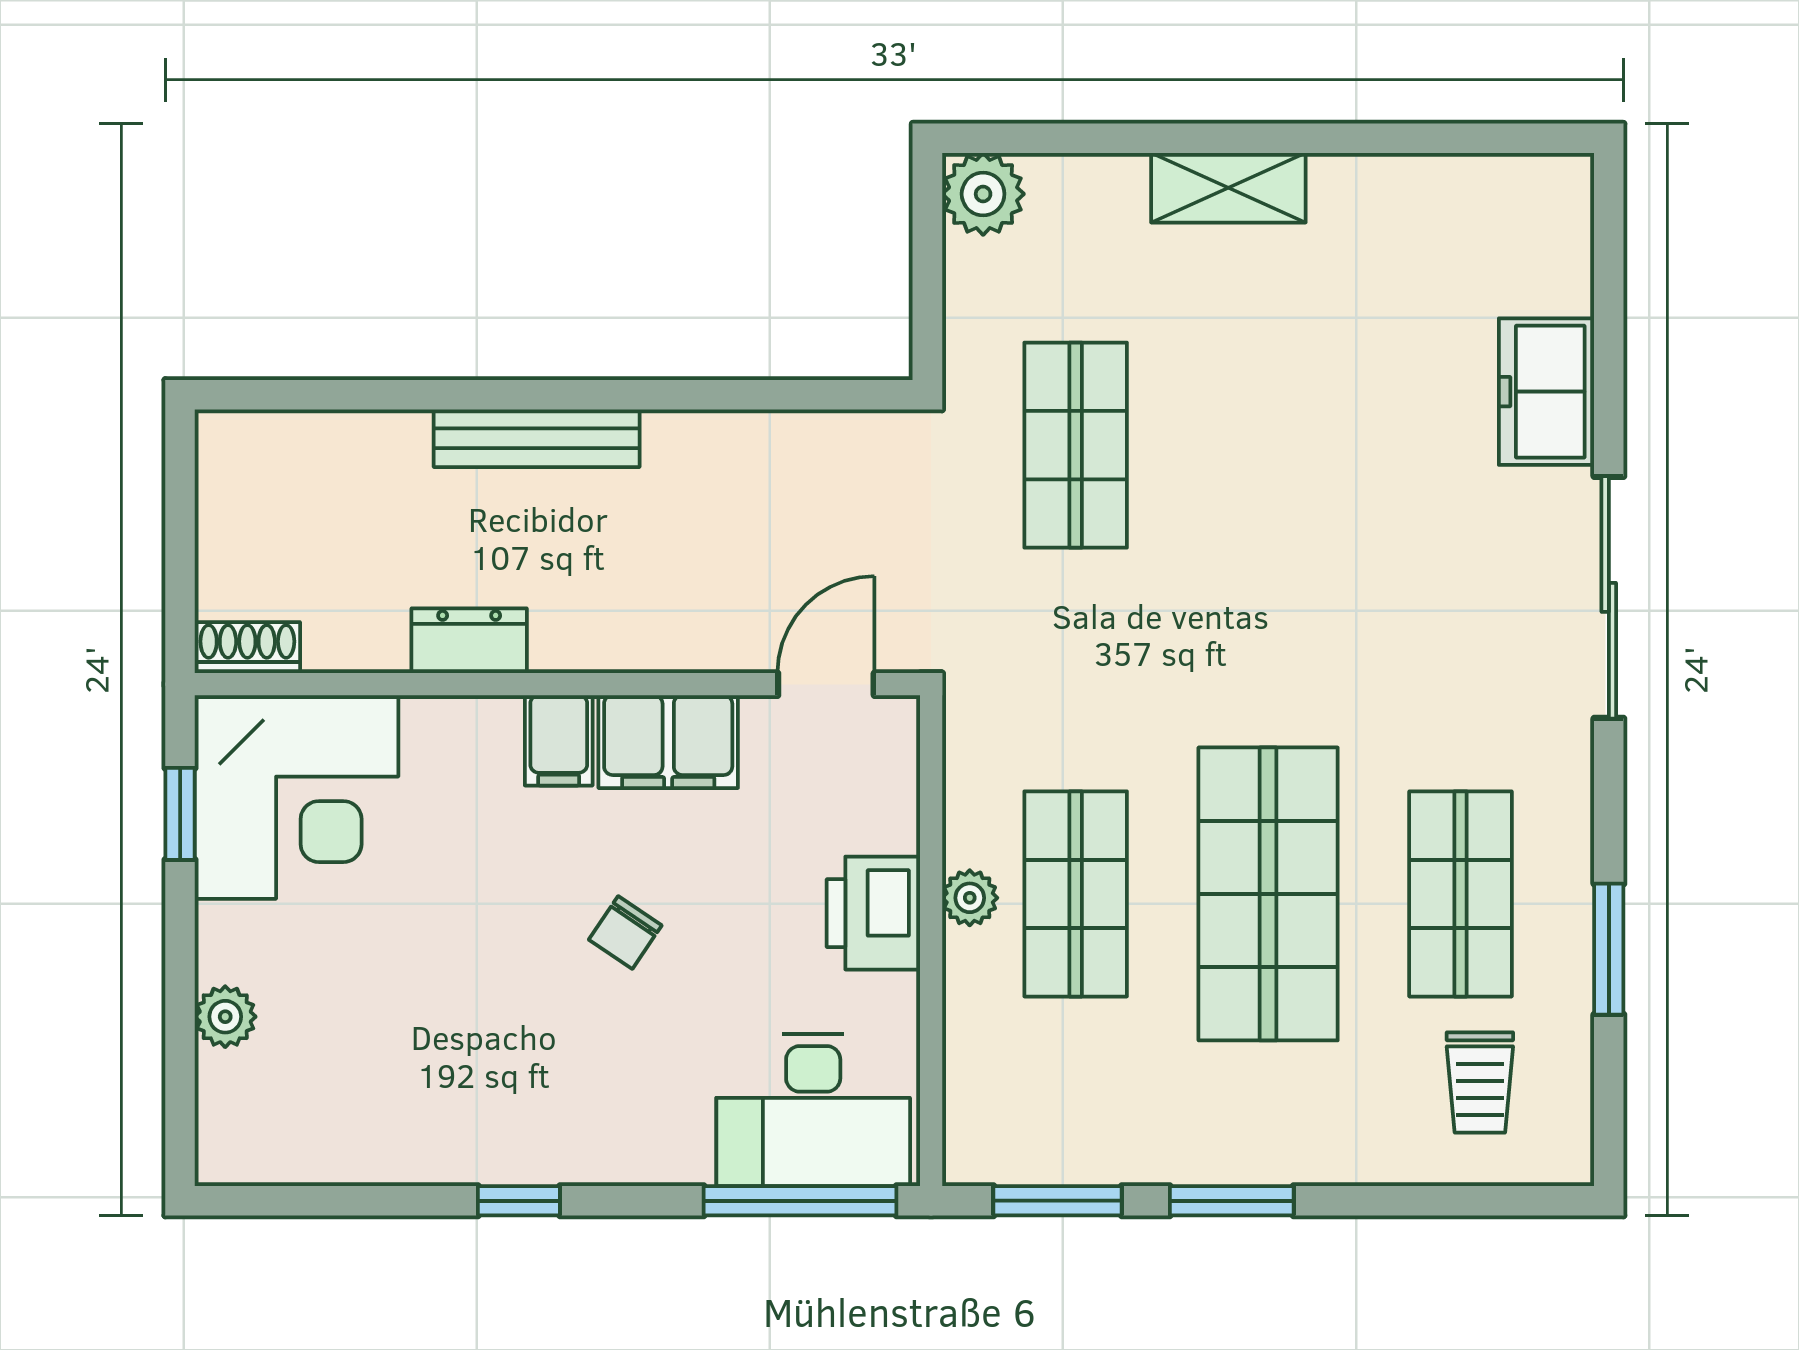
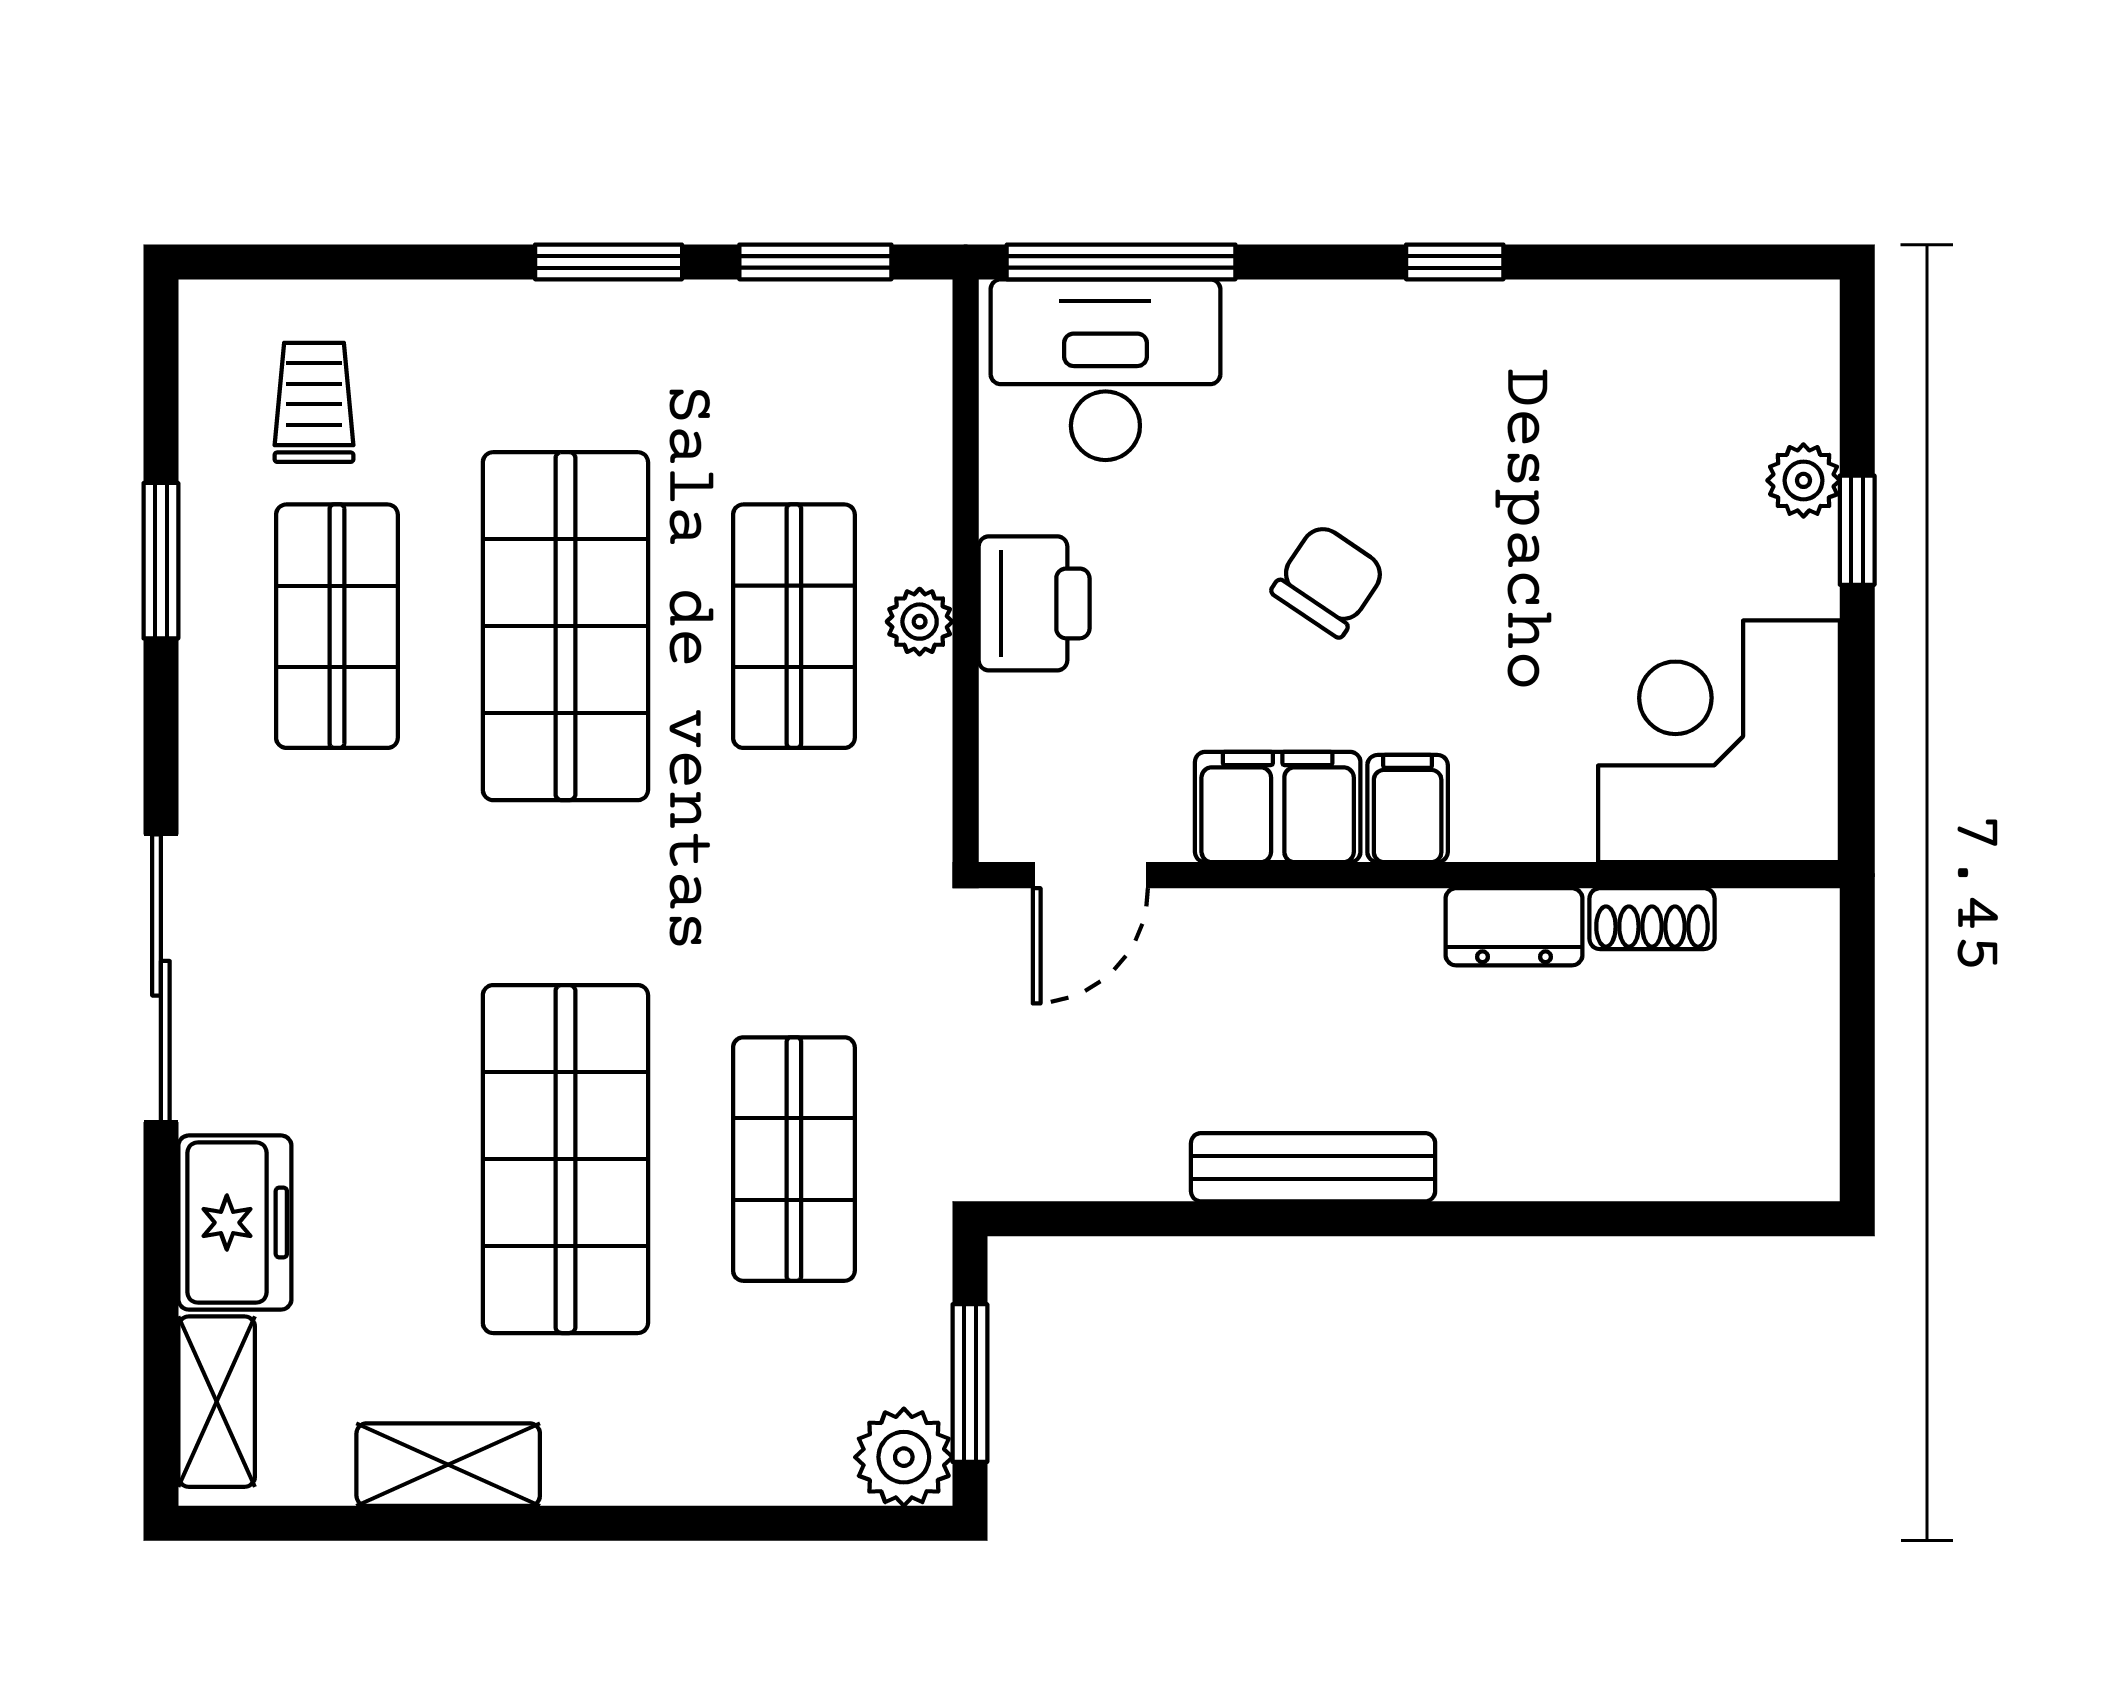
shelving: (1228, 188) -> (448, 1465), moved
shelving: (1562, 241) -> (217, 1402), added
window: (927, 256) -> (970, 1383), added
bench: (537, 438) -> (1313, 1167), moved
shop shelf: (1268, 445) -> (565, 1159), added
shoe rack: (247, 648) -> (1652, 919), moved
window: (180, 814) -> (1857, 530), moved
chair: (625, 933) -> (1329, 580), width x1.37, depth x1.37

